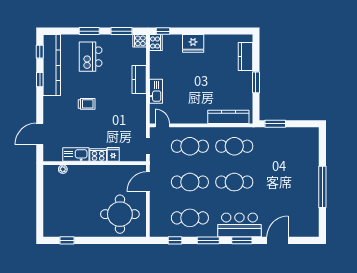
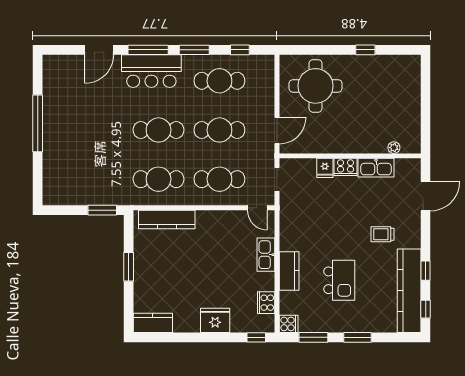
cooker: (156, 43) -> (266, 303), moved
kitchen island: (91, 57) -> (339, 280), moved
kitchen counter: (245, 57) -> (153, 323), moved, turned -90
trolley: (87, 104) -> (382, 234), moved
window: (67, 240) -> (365, 50), moved
window: (242, 240) -> (148, 50), width x1.44

